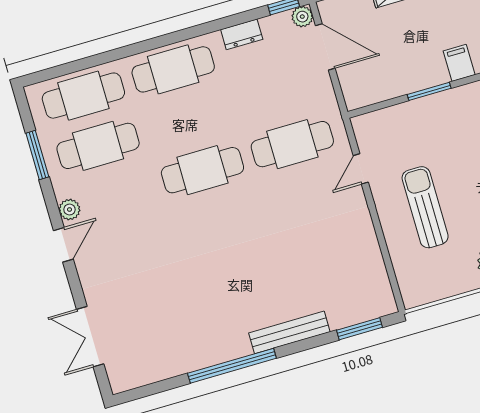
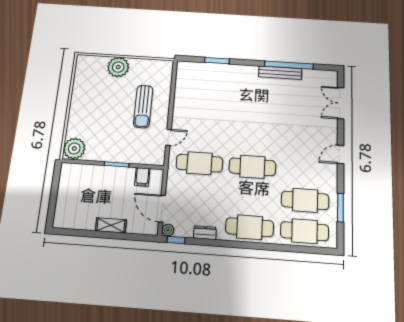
filing cabinet: (459, 63) -> (142, 177), moved
plant: (69, 210) -> (332, 172), removed
window: (359, 329) -> (217, 61), moved
bench: (289, 332) -> (280, 73), moved
double door: (90, 337) -> (341, 103), swing flipped
window: (232, 366) -> (289, 65), moved

